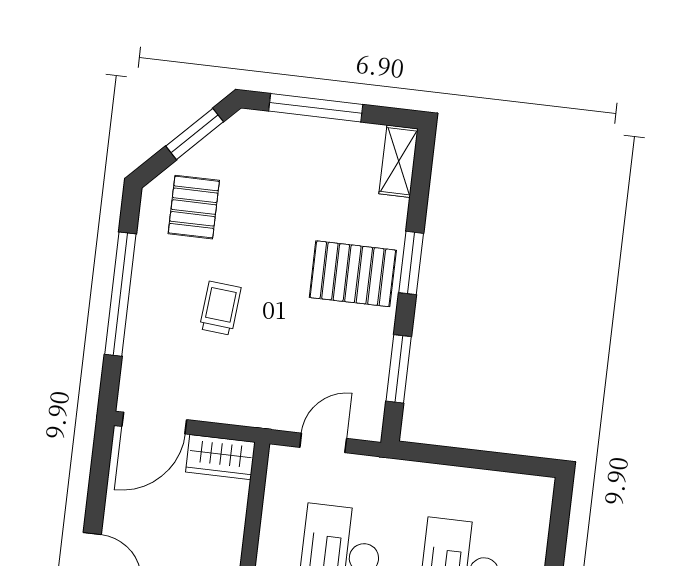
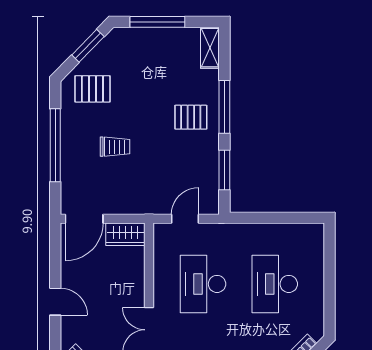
pallet: (194, 207) -> (92, 89), turned 90
window: (411, 263) -> (224, 107), width x1.44
pallet: (353, 274) -> (191, 117), width x0.67, depth x0.71
trolley: (220, 308) -> (115, 147), turned 85

